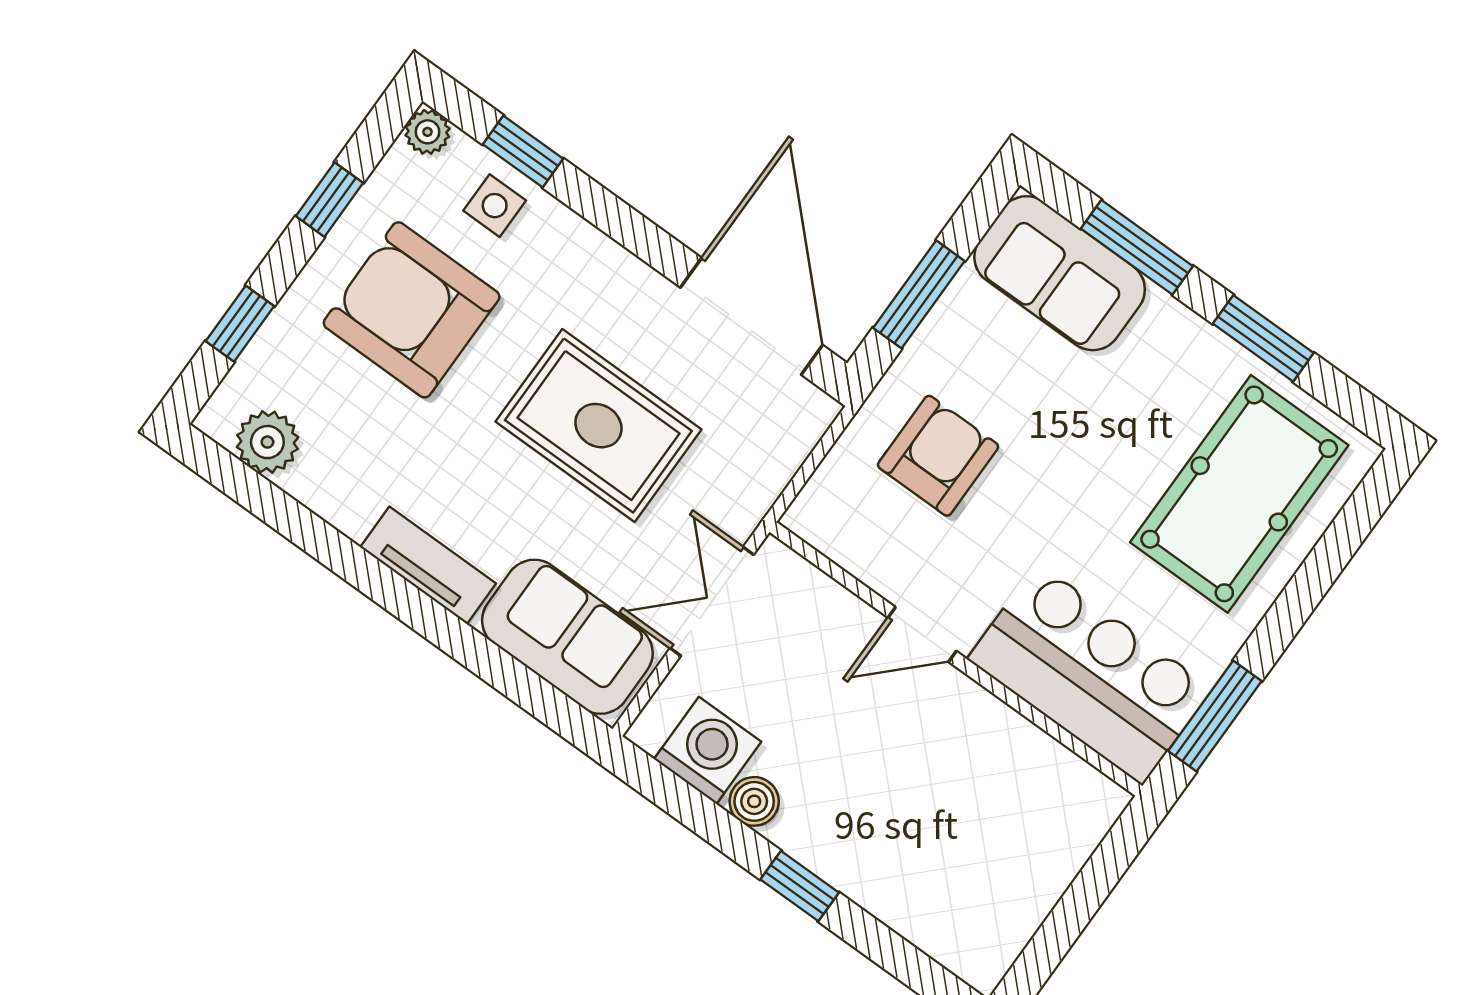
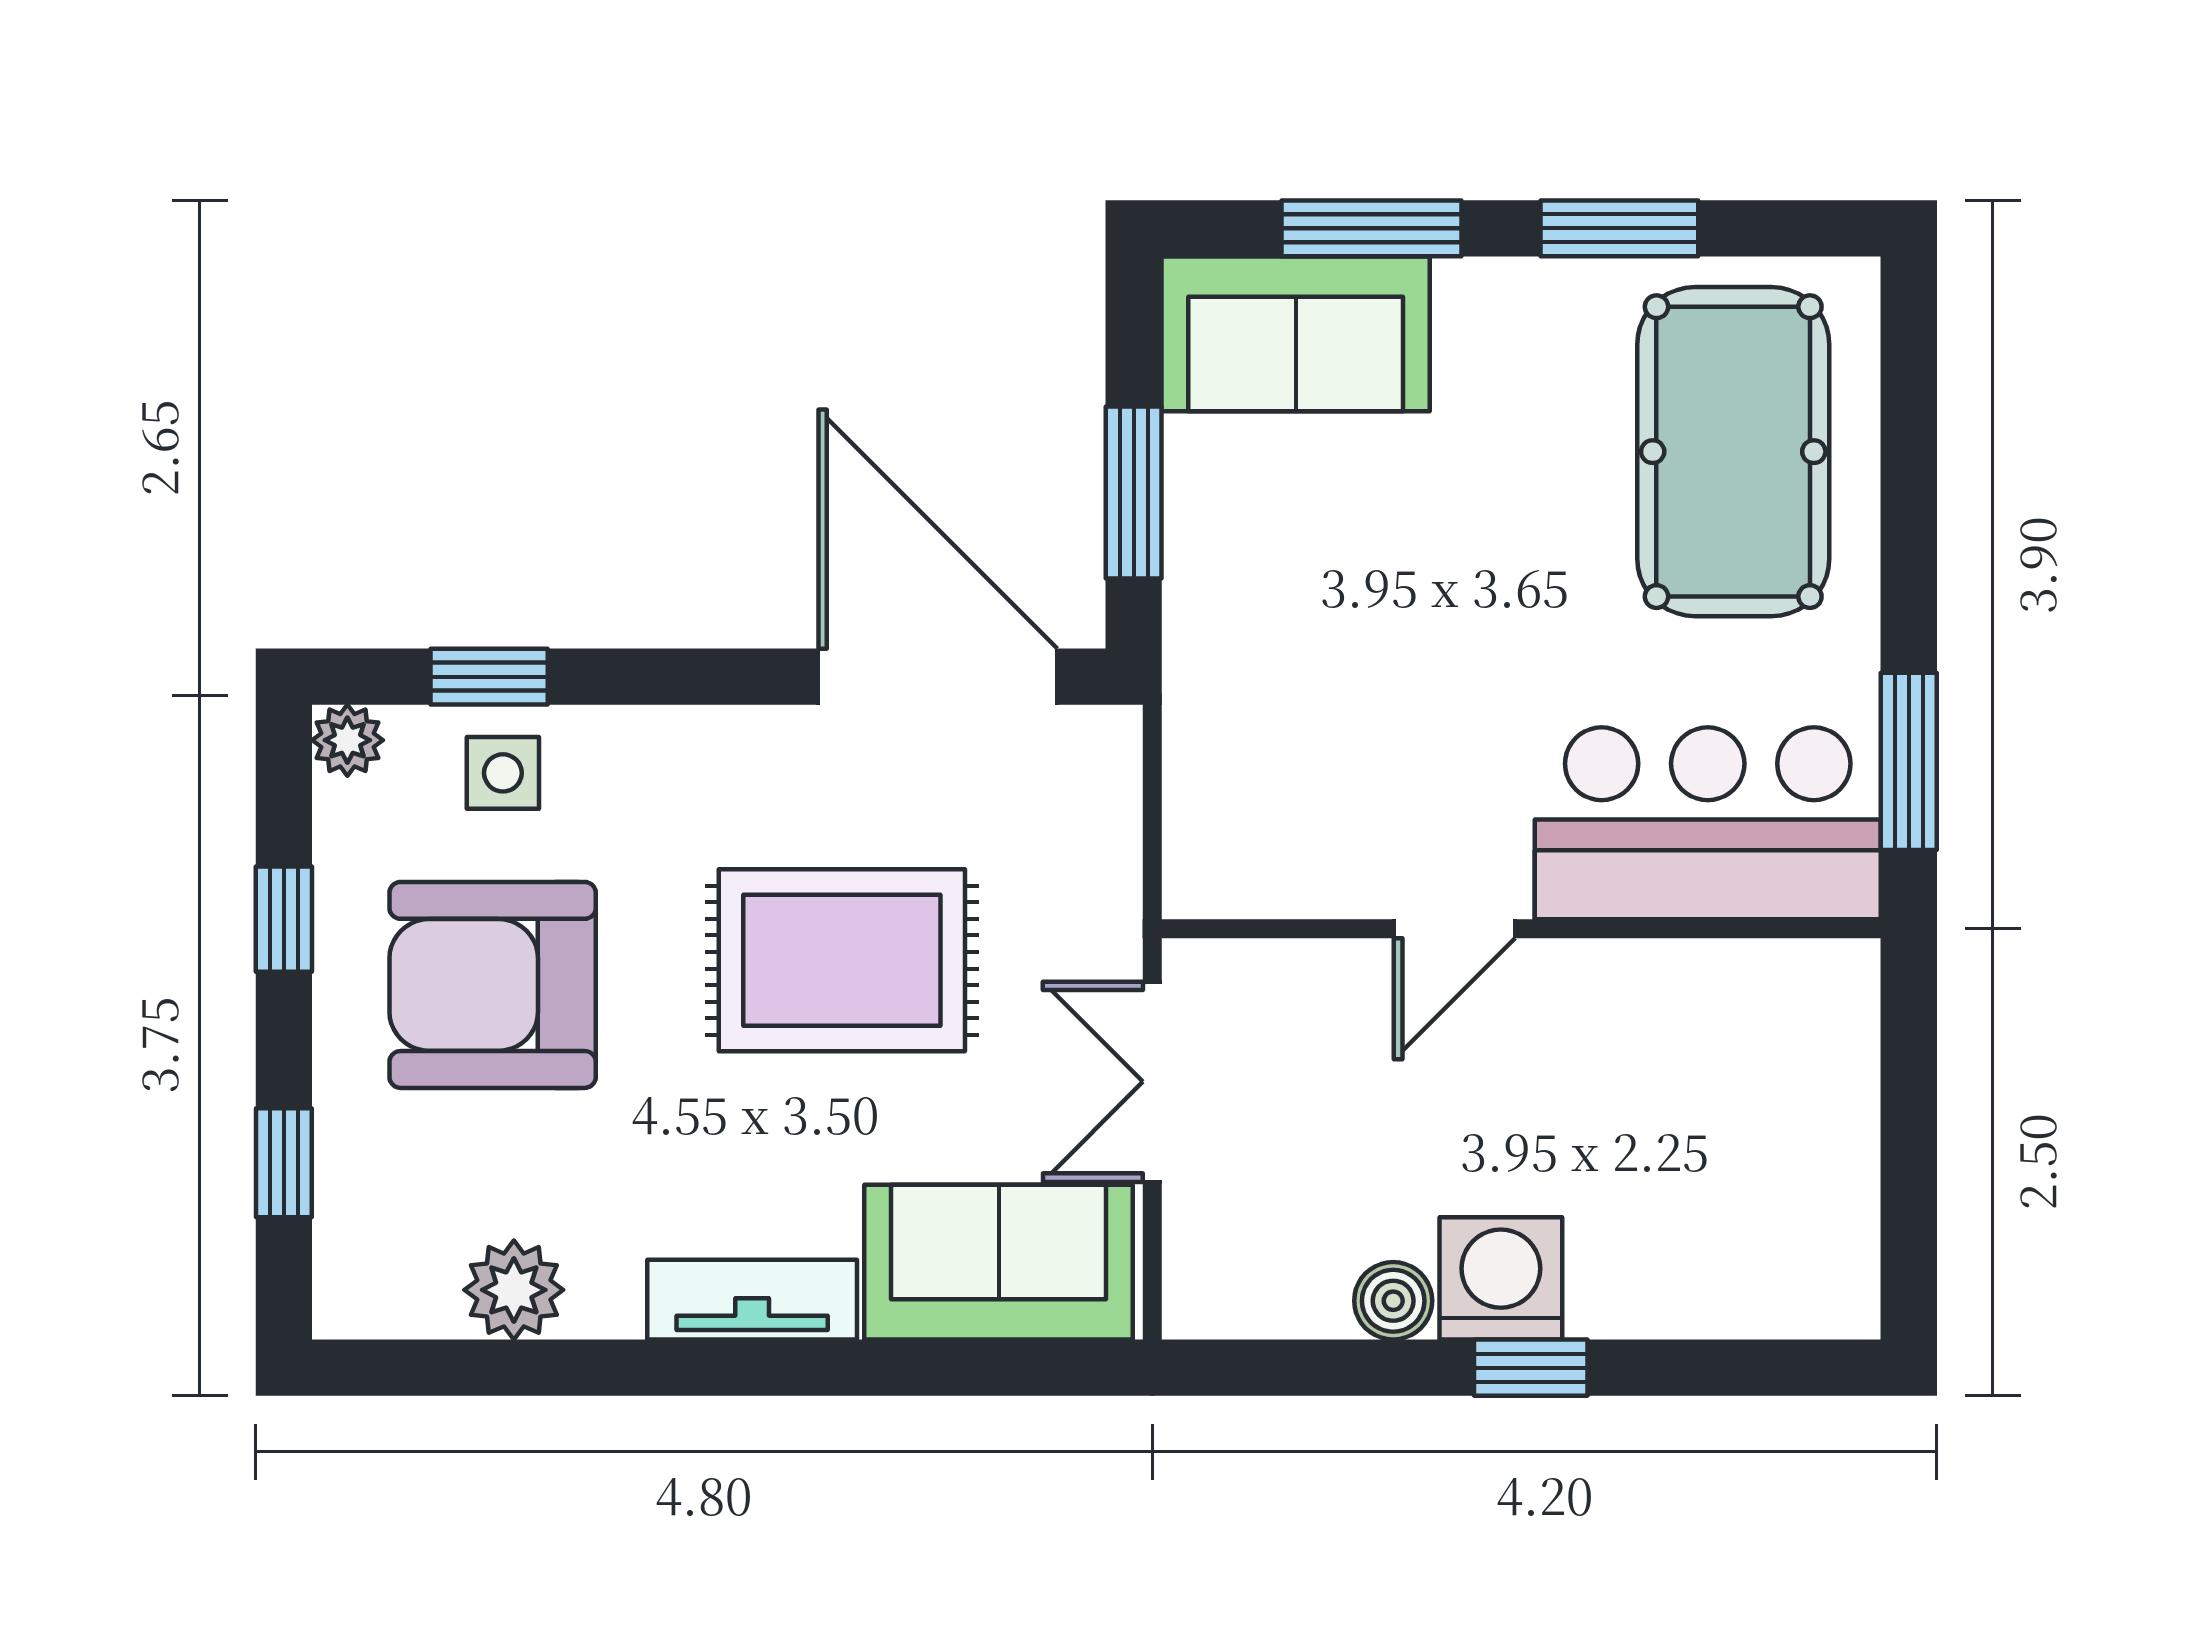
plant: (267, 442) -> (514, 1290), moved
armchair: (938, 456) -> (1309, 683), removed
washing machine: (708, 750) -> (1501, 1278), moved

